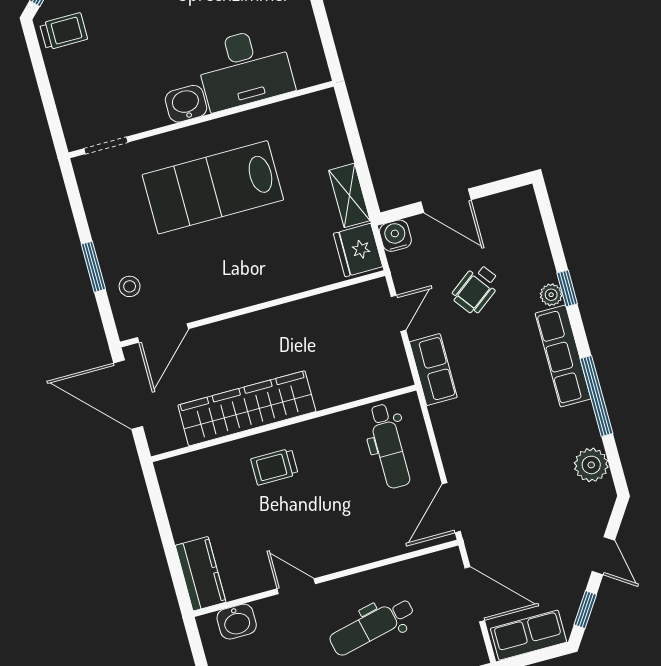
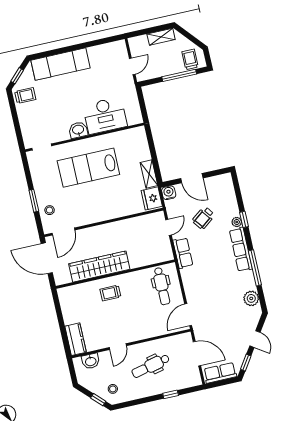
door: (296, 586) -> (118, 347), swing flipped

